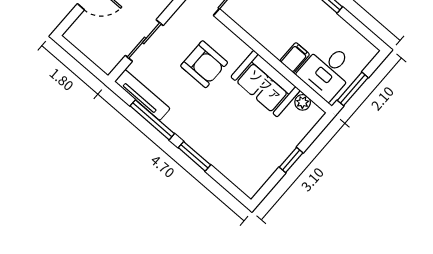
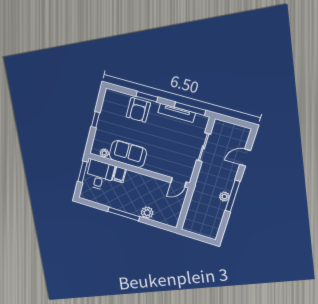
armchair: (204, 64) -> (138, 110), moved, turned -90
tv unit: (142, 95) -> (177, 113), moved
window: (152, 120) -> (190, 109), moved

